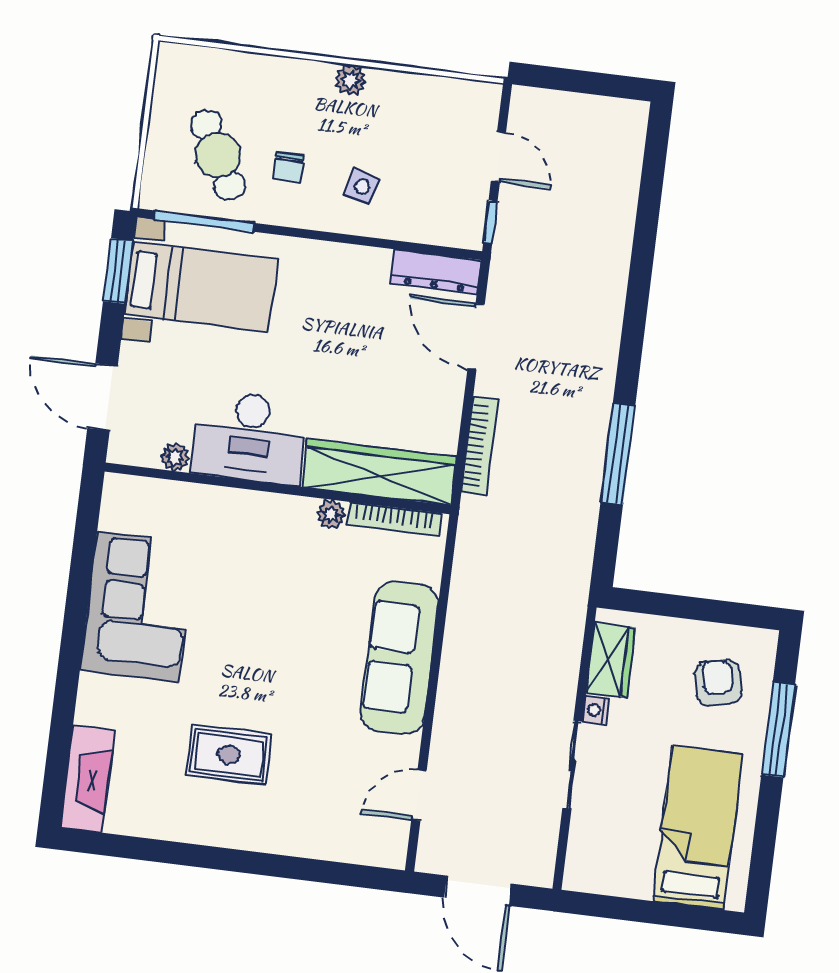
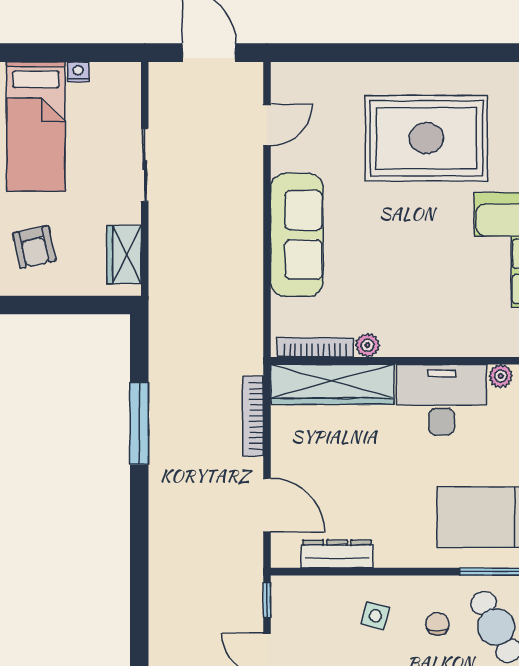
dresser: (436, 272) -> (337, 554), moved
nightstand: (596, 710) -> (78, 72), moved, turned -90
rug: (229, 755) -> (426, 138), width x1.86, depth x2.06

